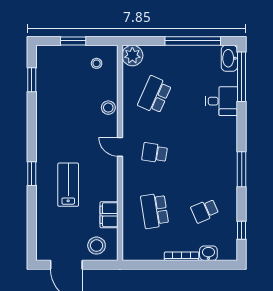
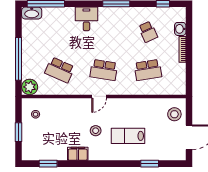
window: (193, 41) -> (19, 59), moved
desk: (222, 101) -> (86, 19), moved
stool: (108, 108) -> (96, 131), moved
school desk: (155, 153) -> (104, 70), width x1.85
window: (32, 174) -> (150, 164), moved
filing cabinet: (109, 215) -> (78, 154), moved, turned 180

